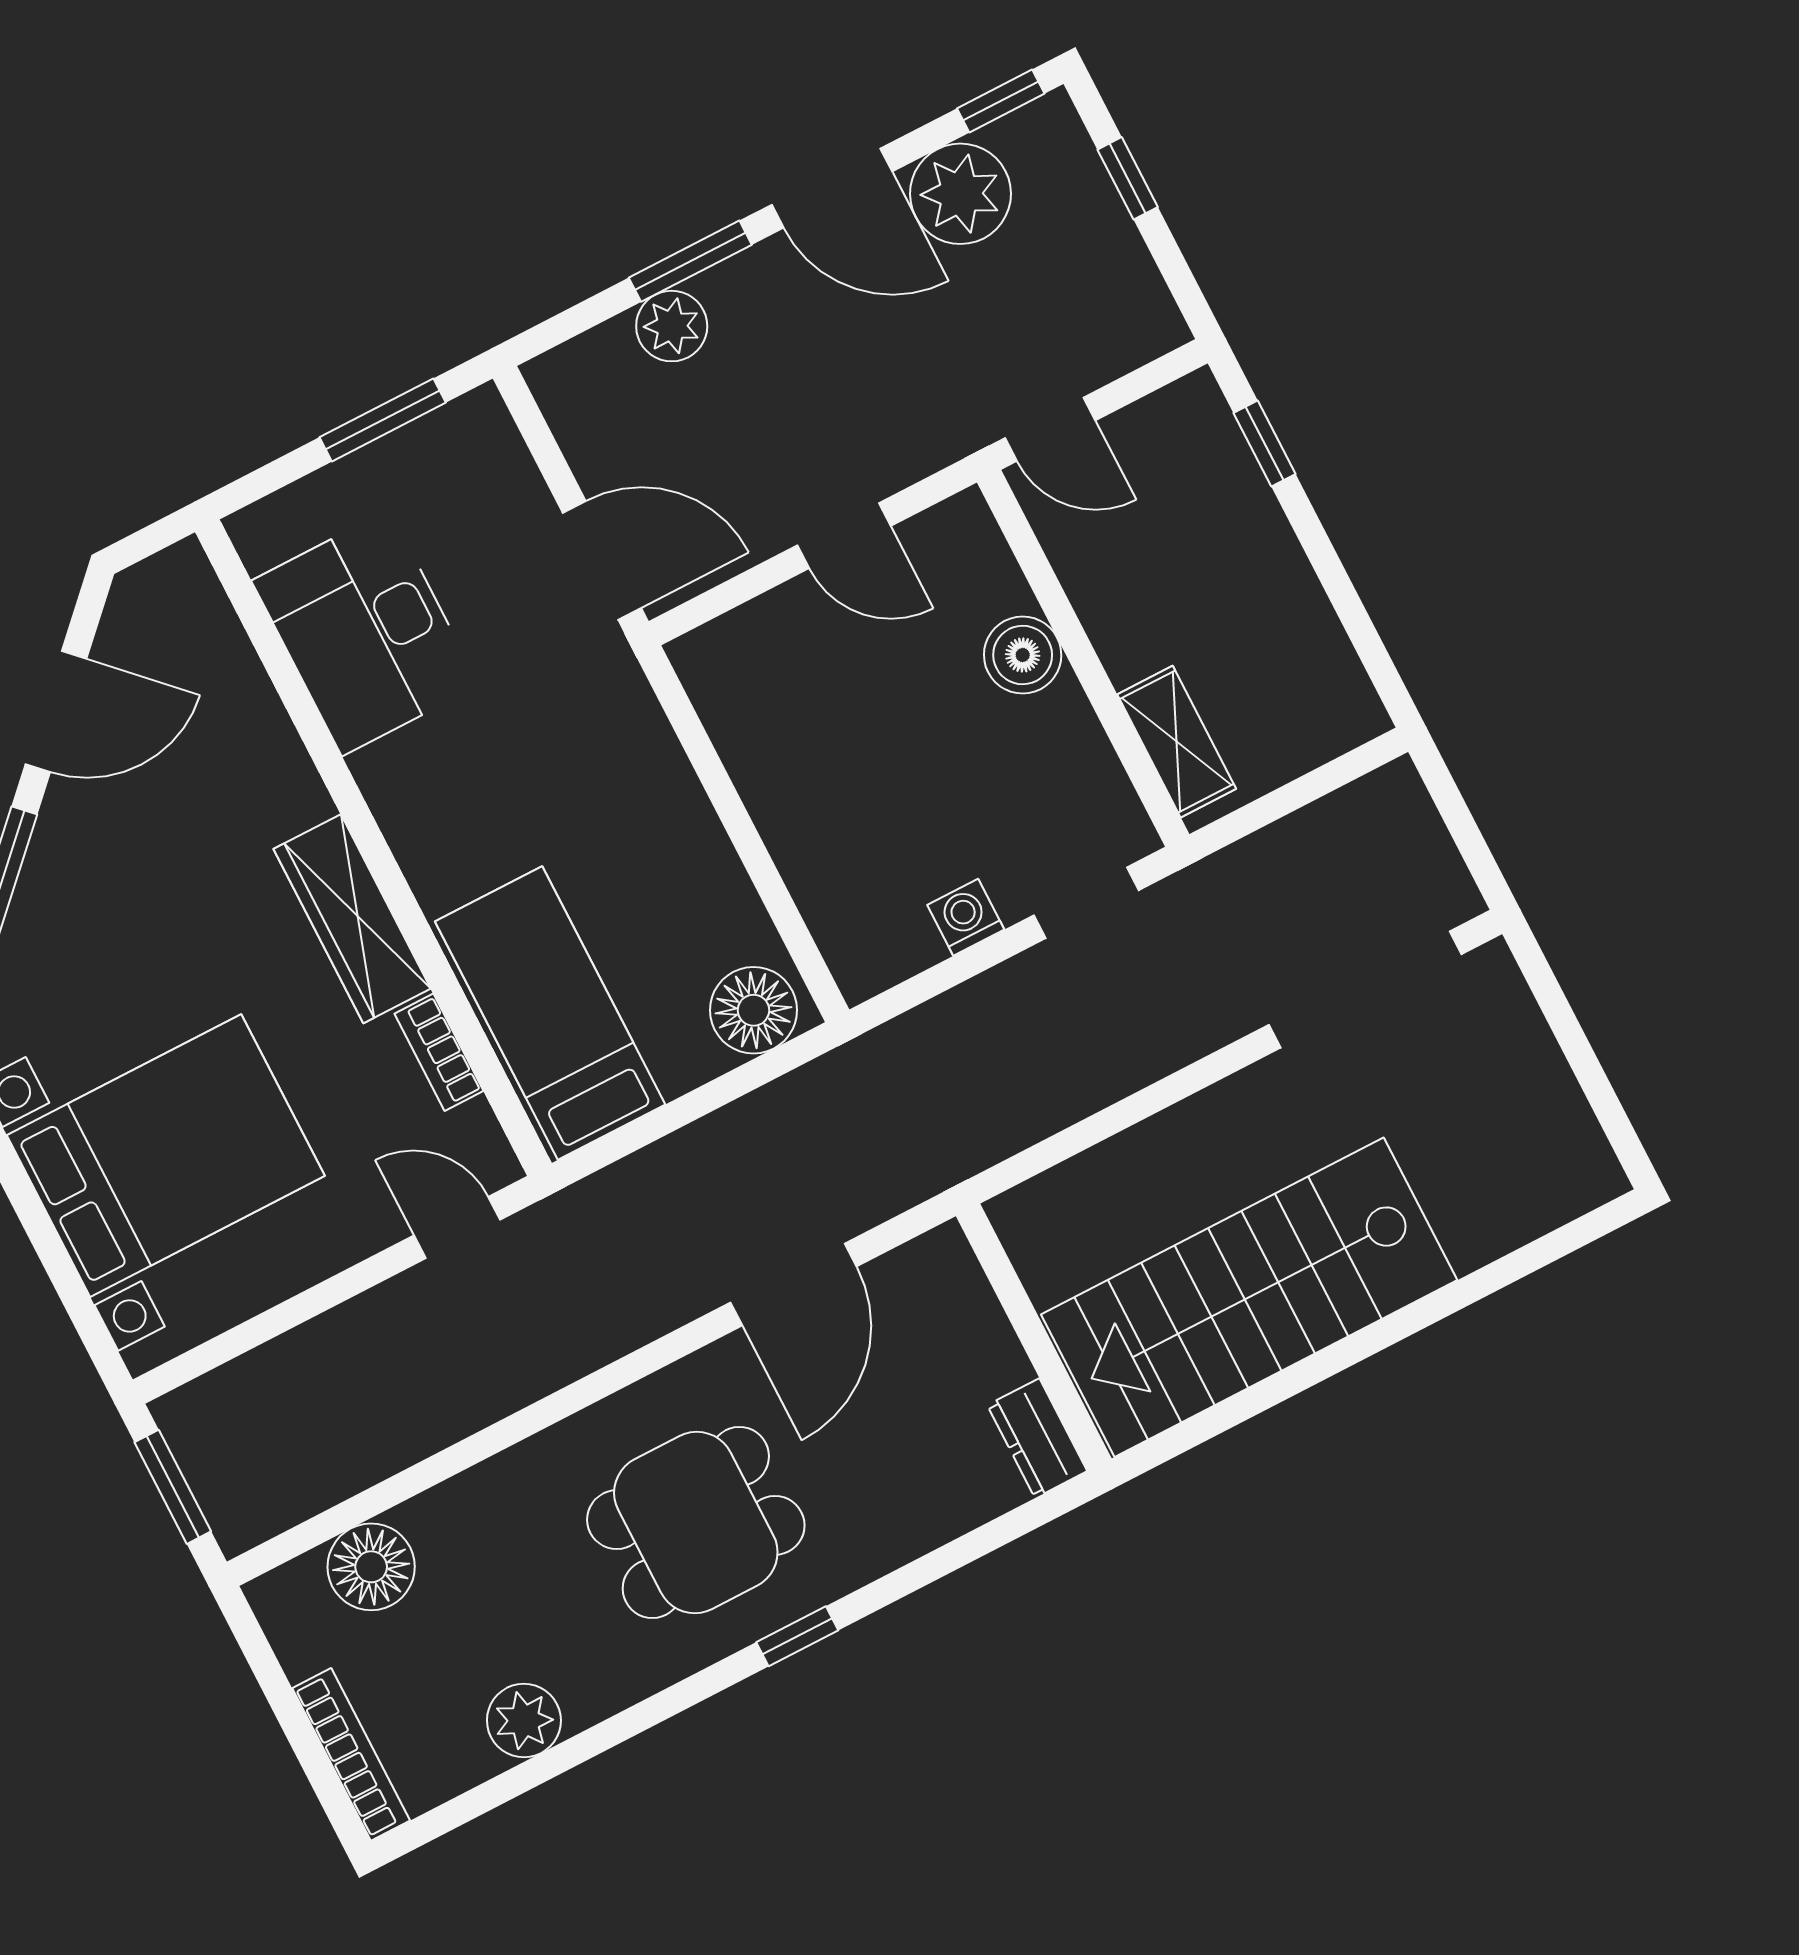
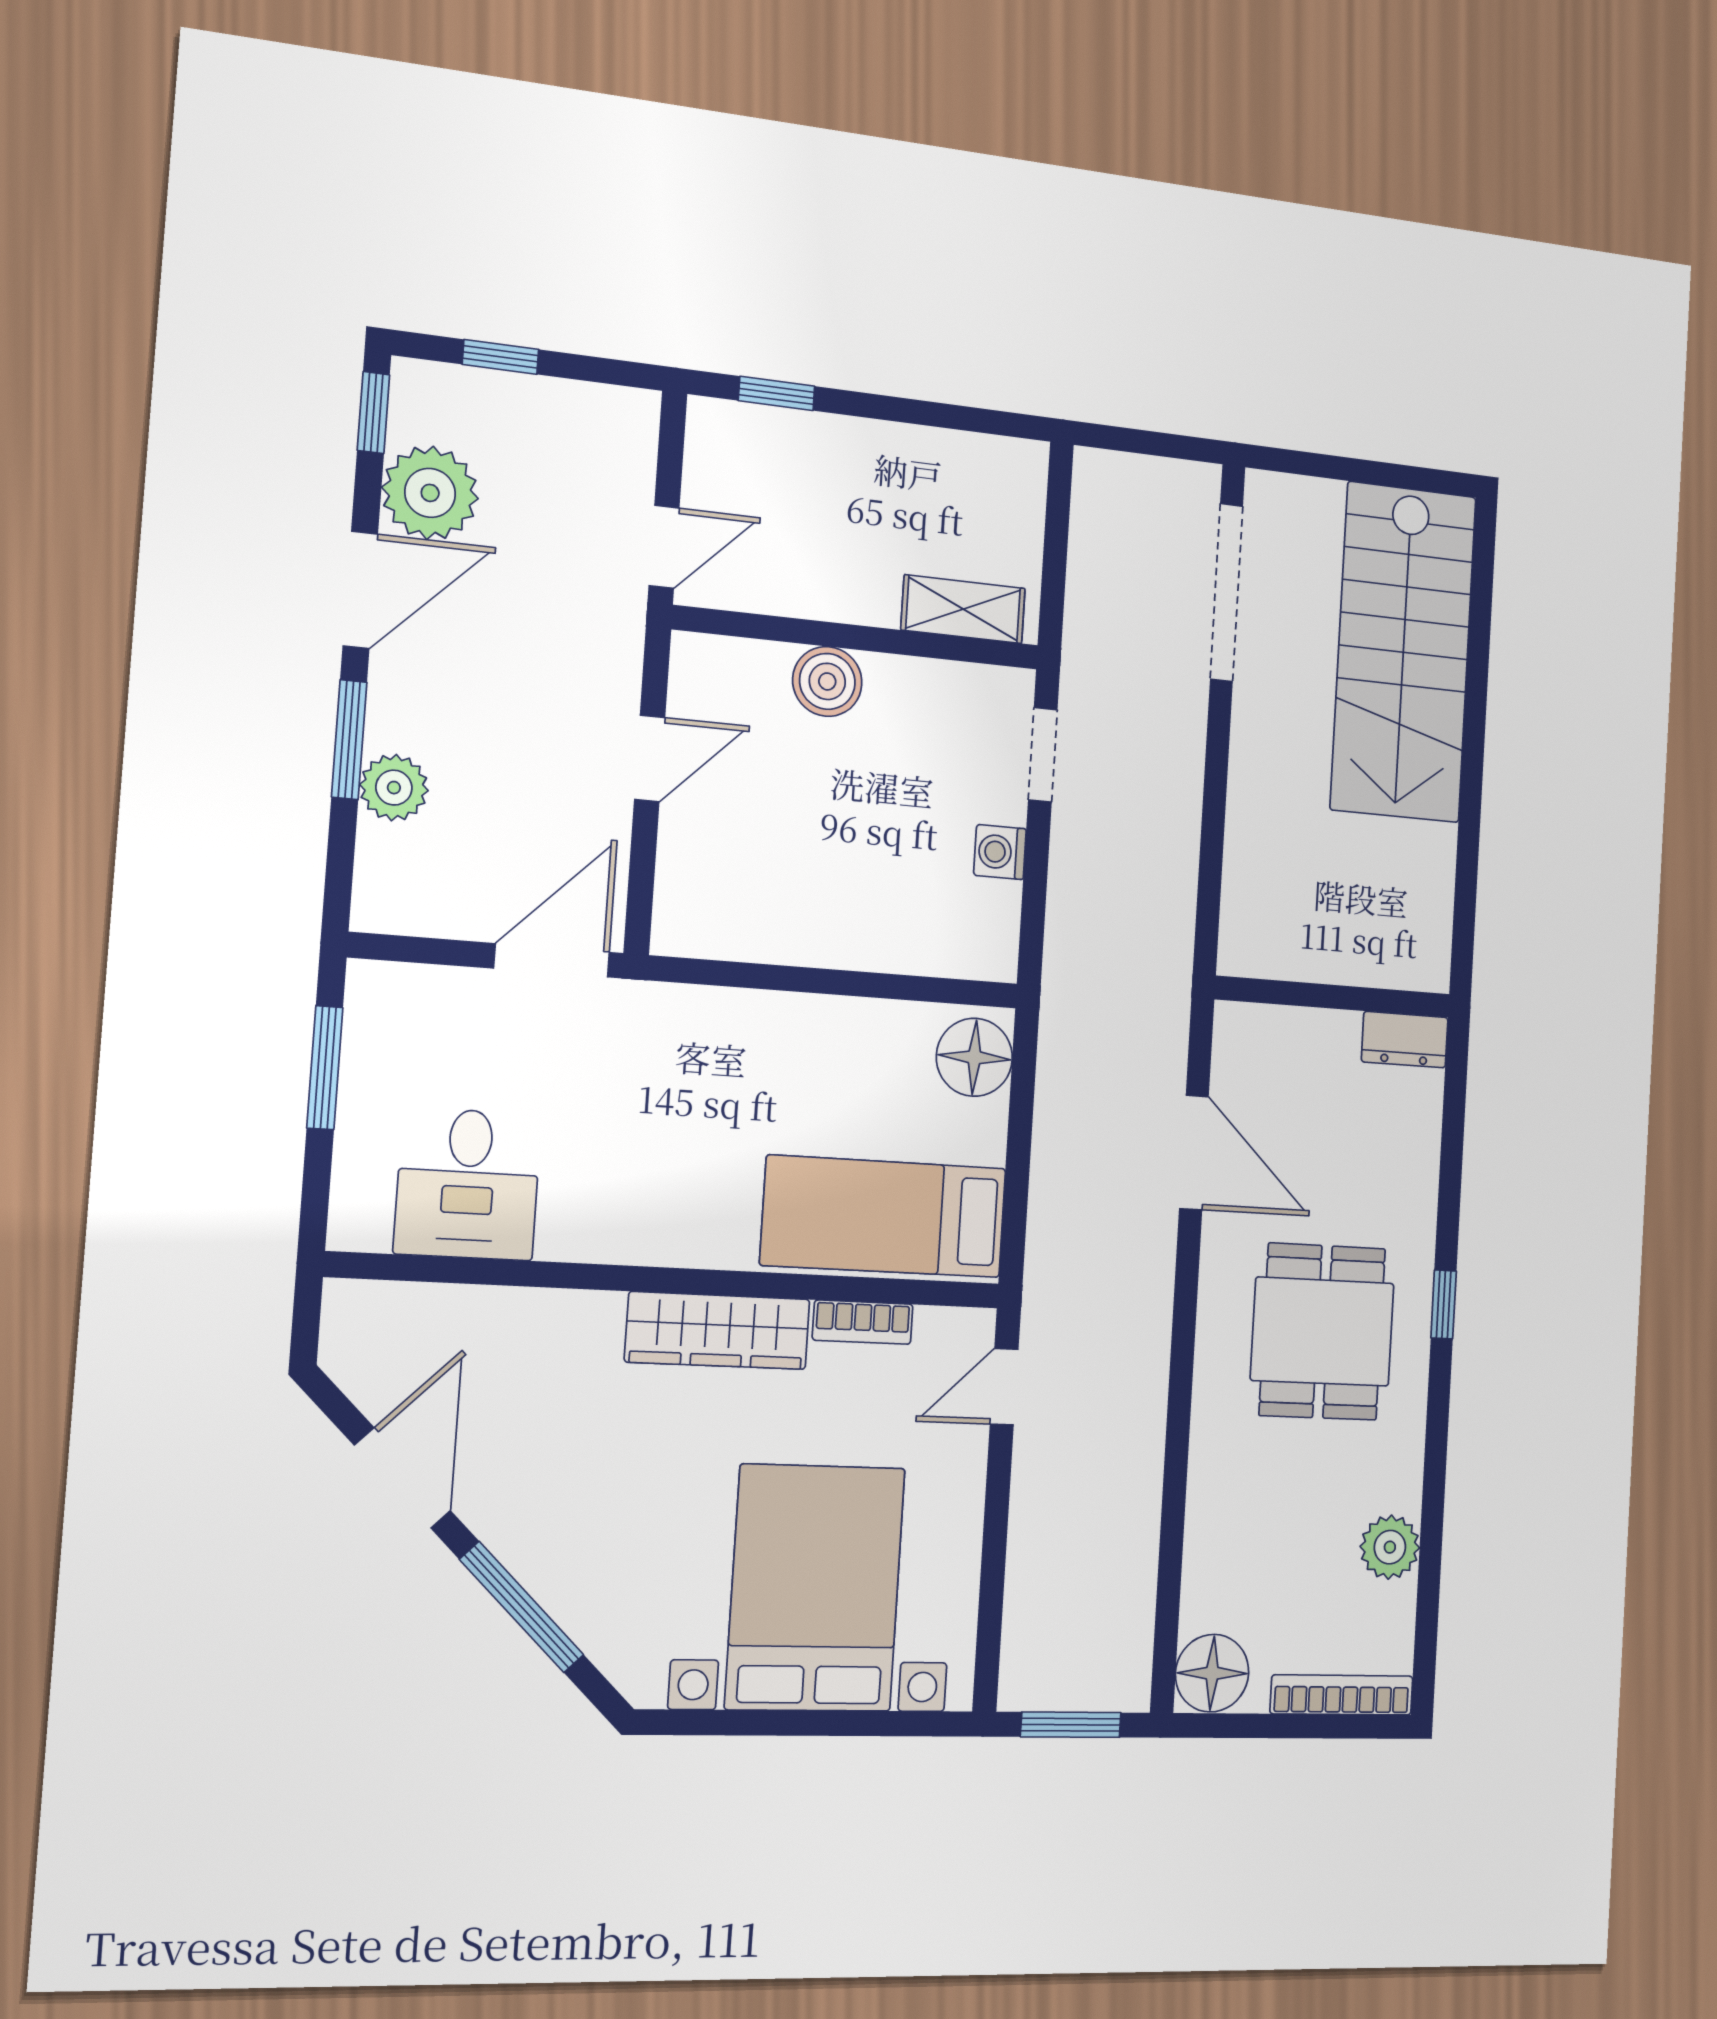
desk: (366, 633) -> (468, 1184), width x0.73
stairs: (1249, 1297) -> (1403, 652), moved
floor lamp: (371, 1567) -> (1212, 1673), moved

